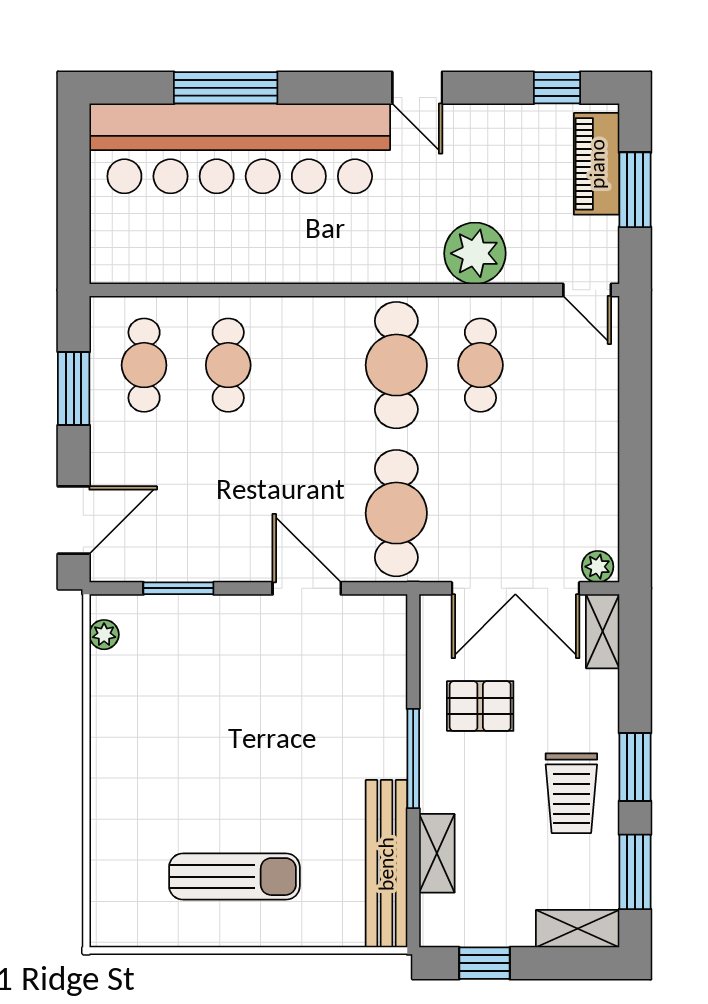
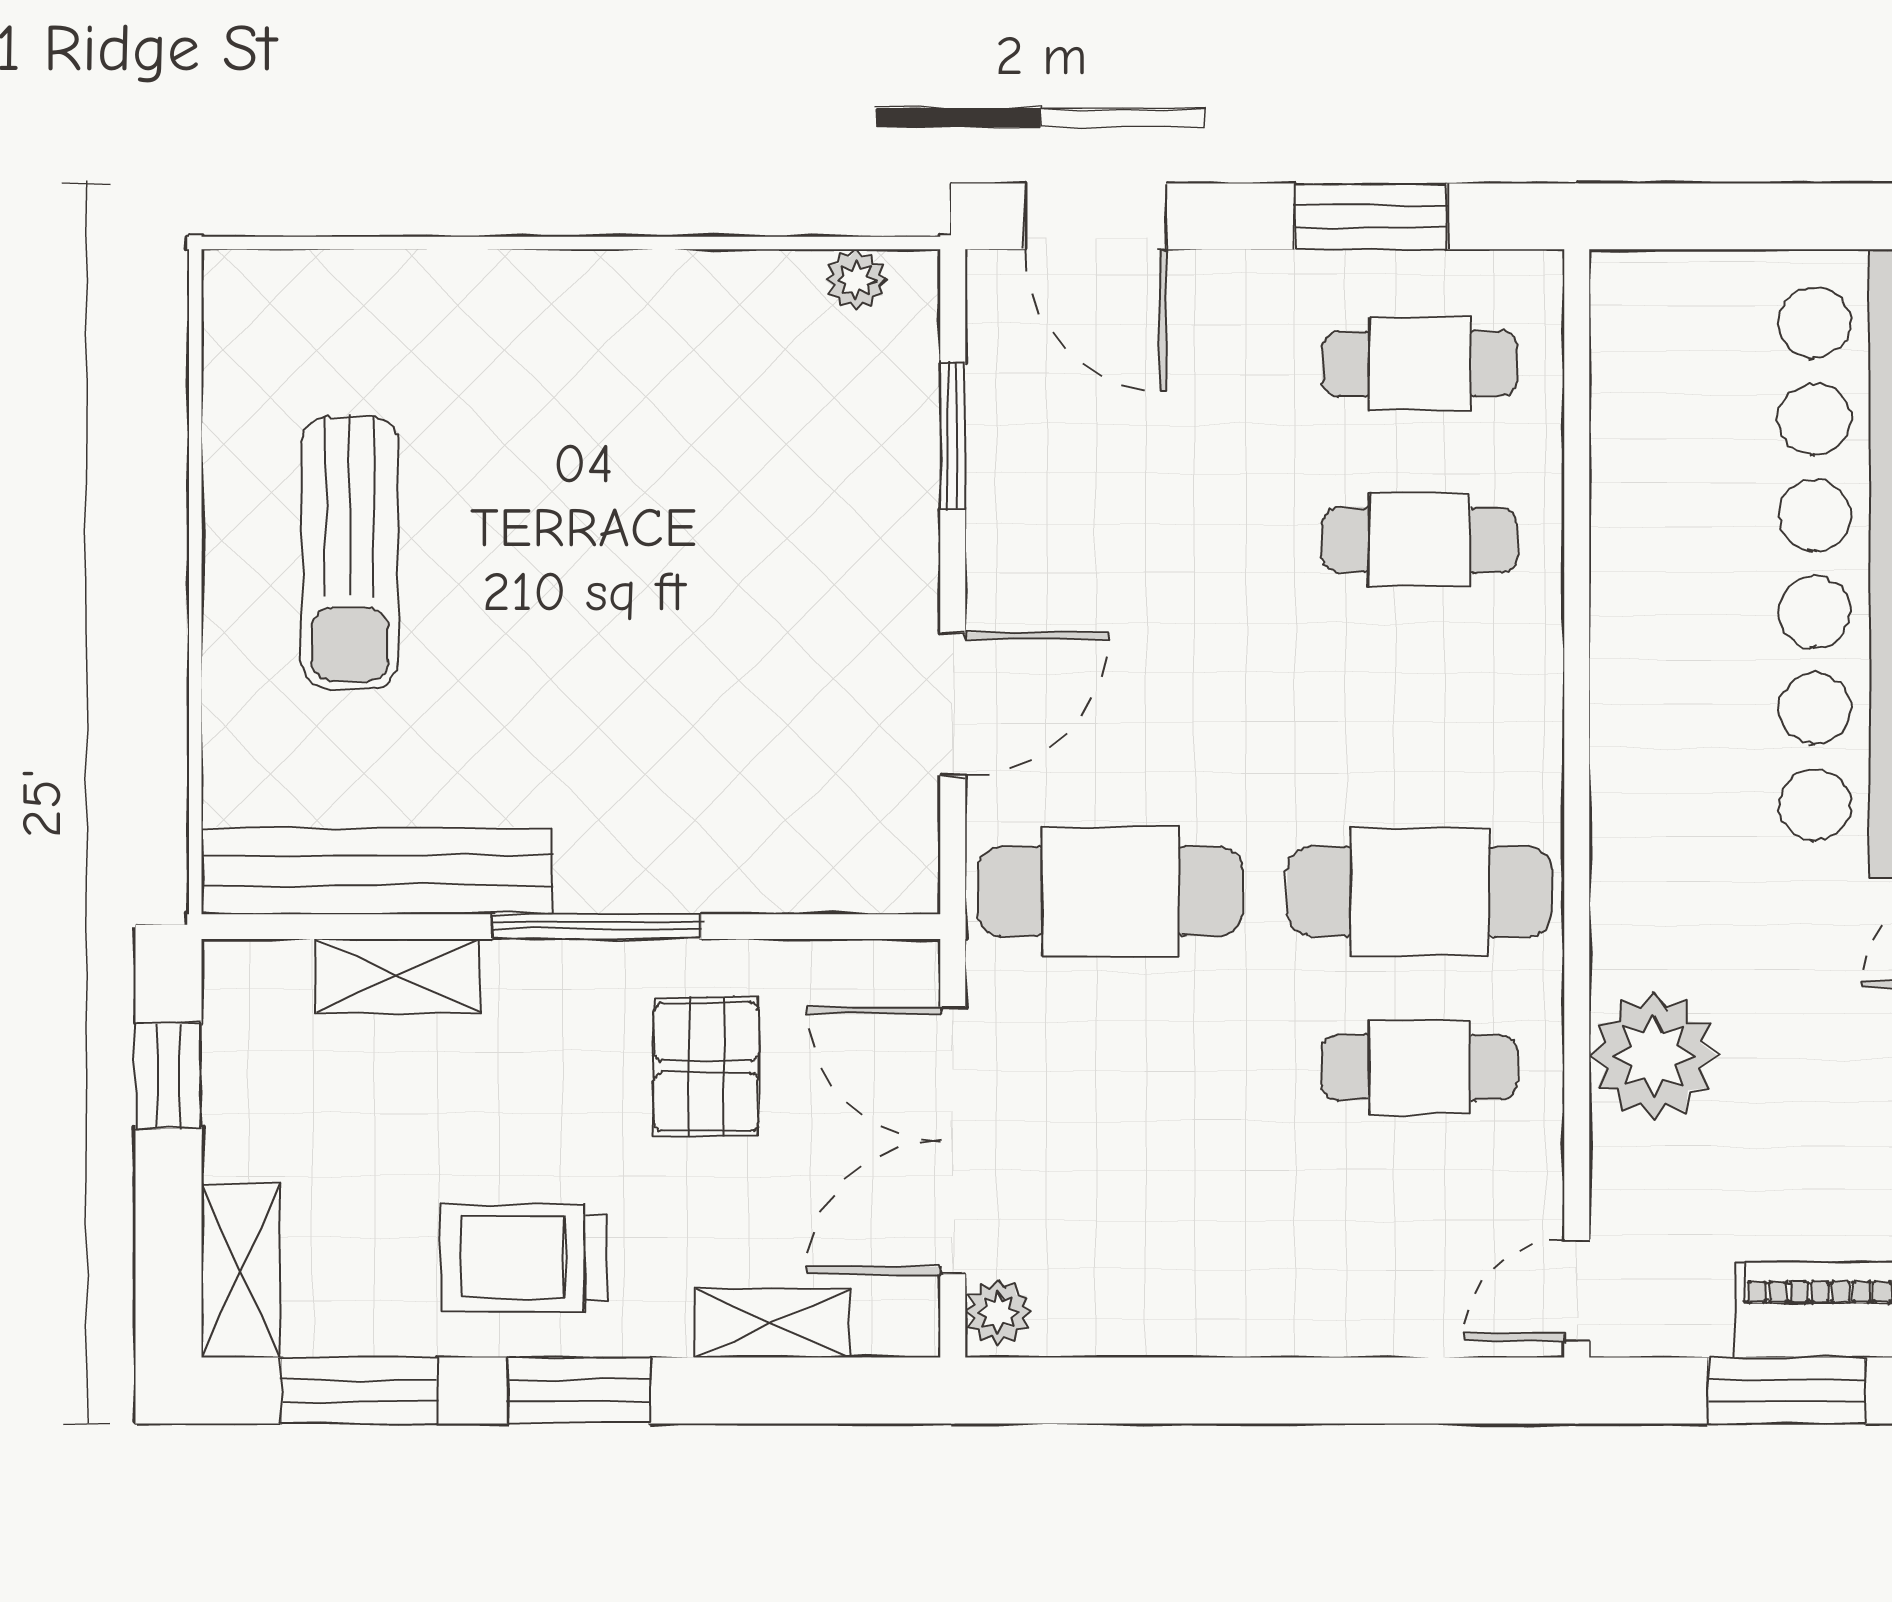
shelving: (603, 631) -> (773, 1323), moved

